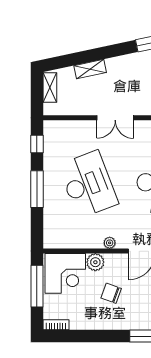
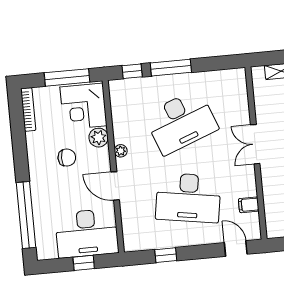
window: (37, 144) -> (132, 71), moved
chair: (111, 293) -> (67, 158), turned 70
bookcase: (56, 325) -> (28, 109), width x1.56

